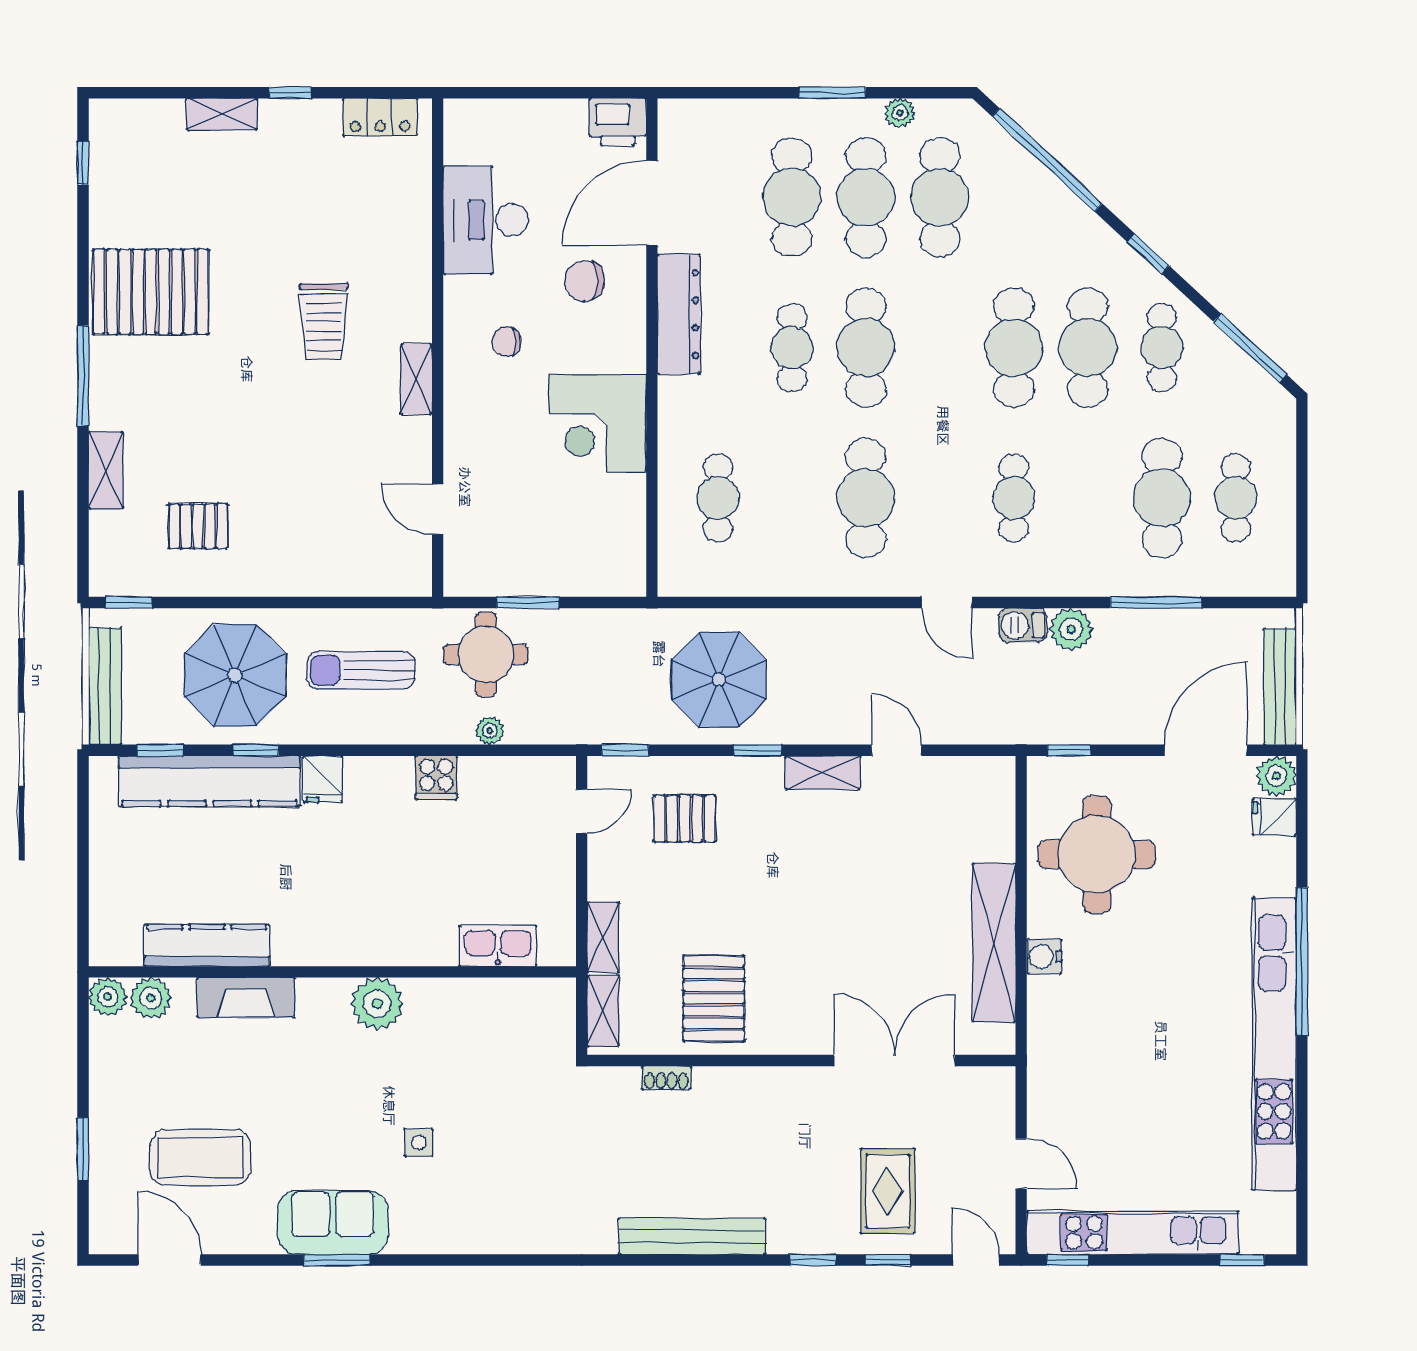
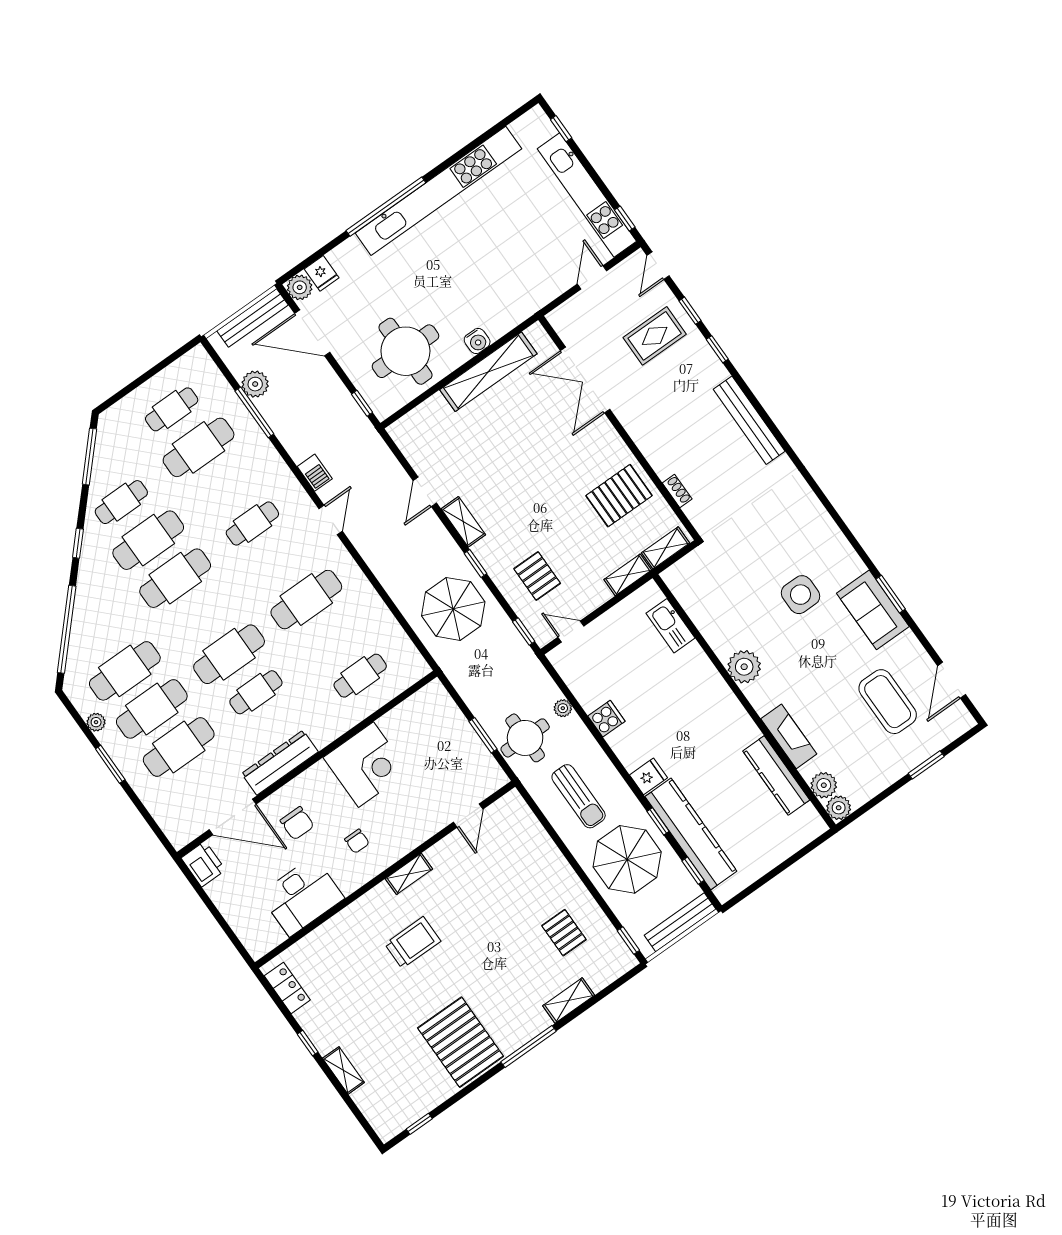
plant: (1071, 629) -> (255, 384), moved
side table: (419, 1143) -> (800, 595), width x1.87, depth x1.87

